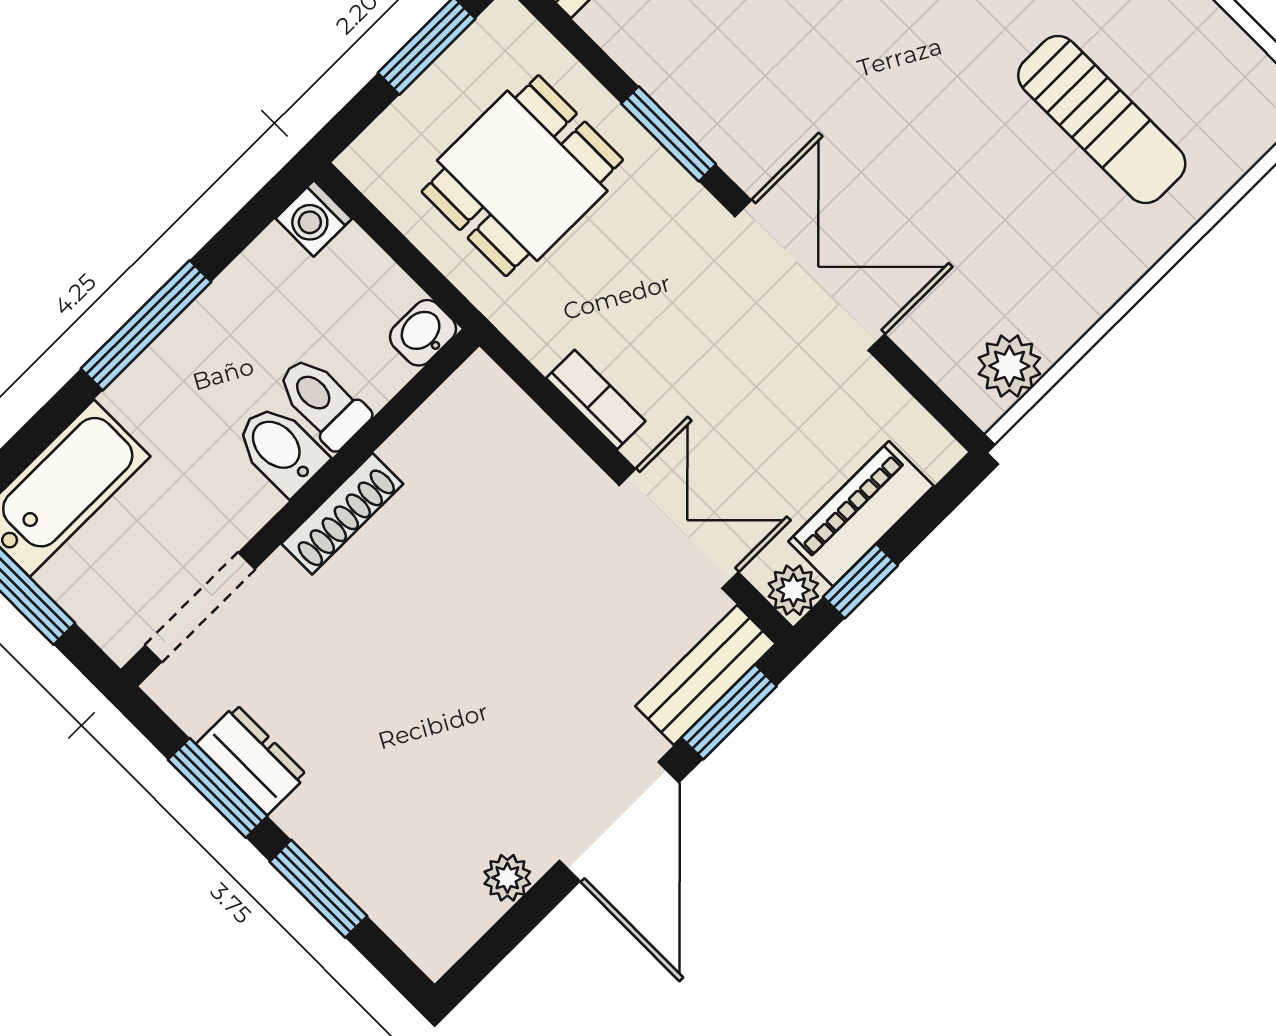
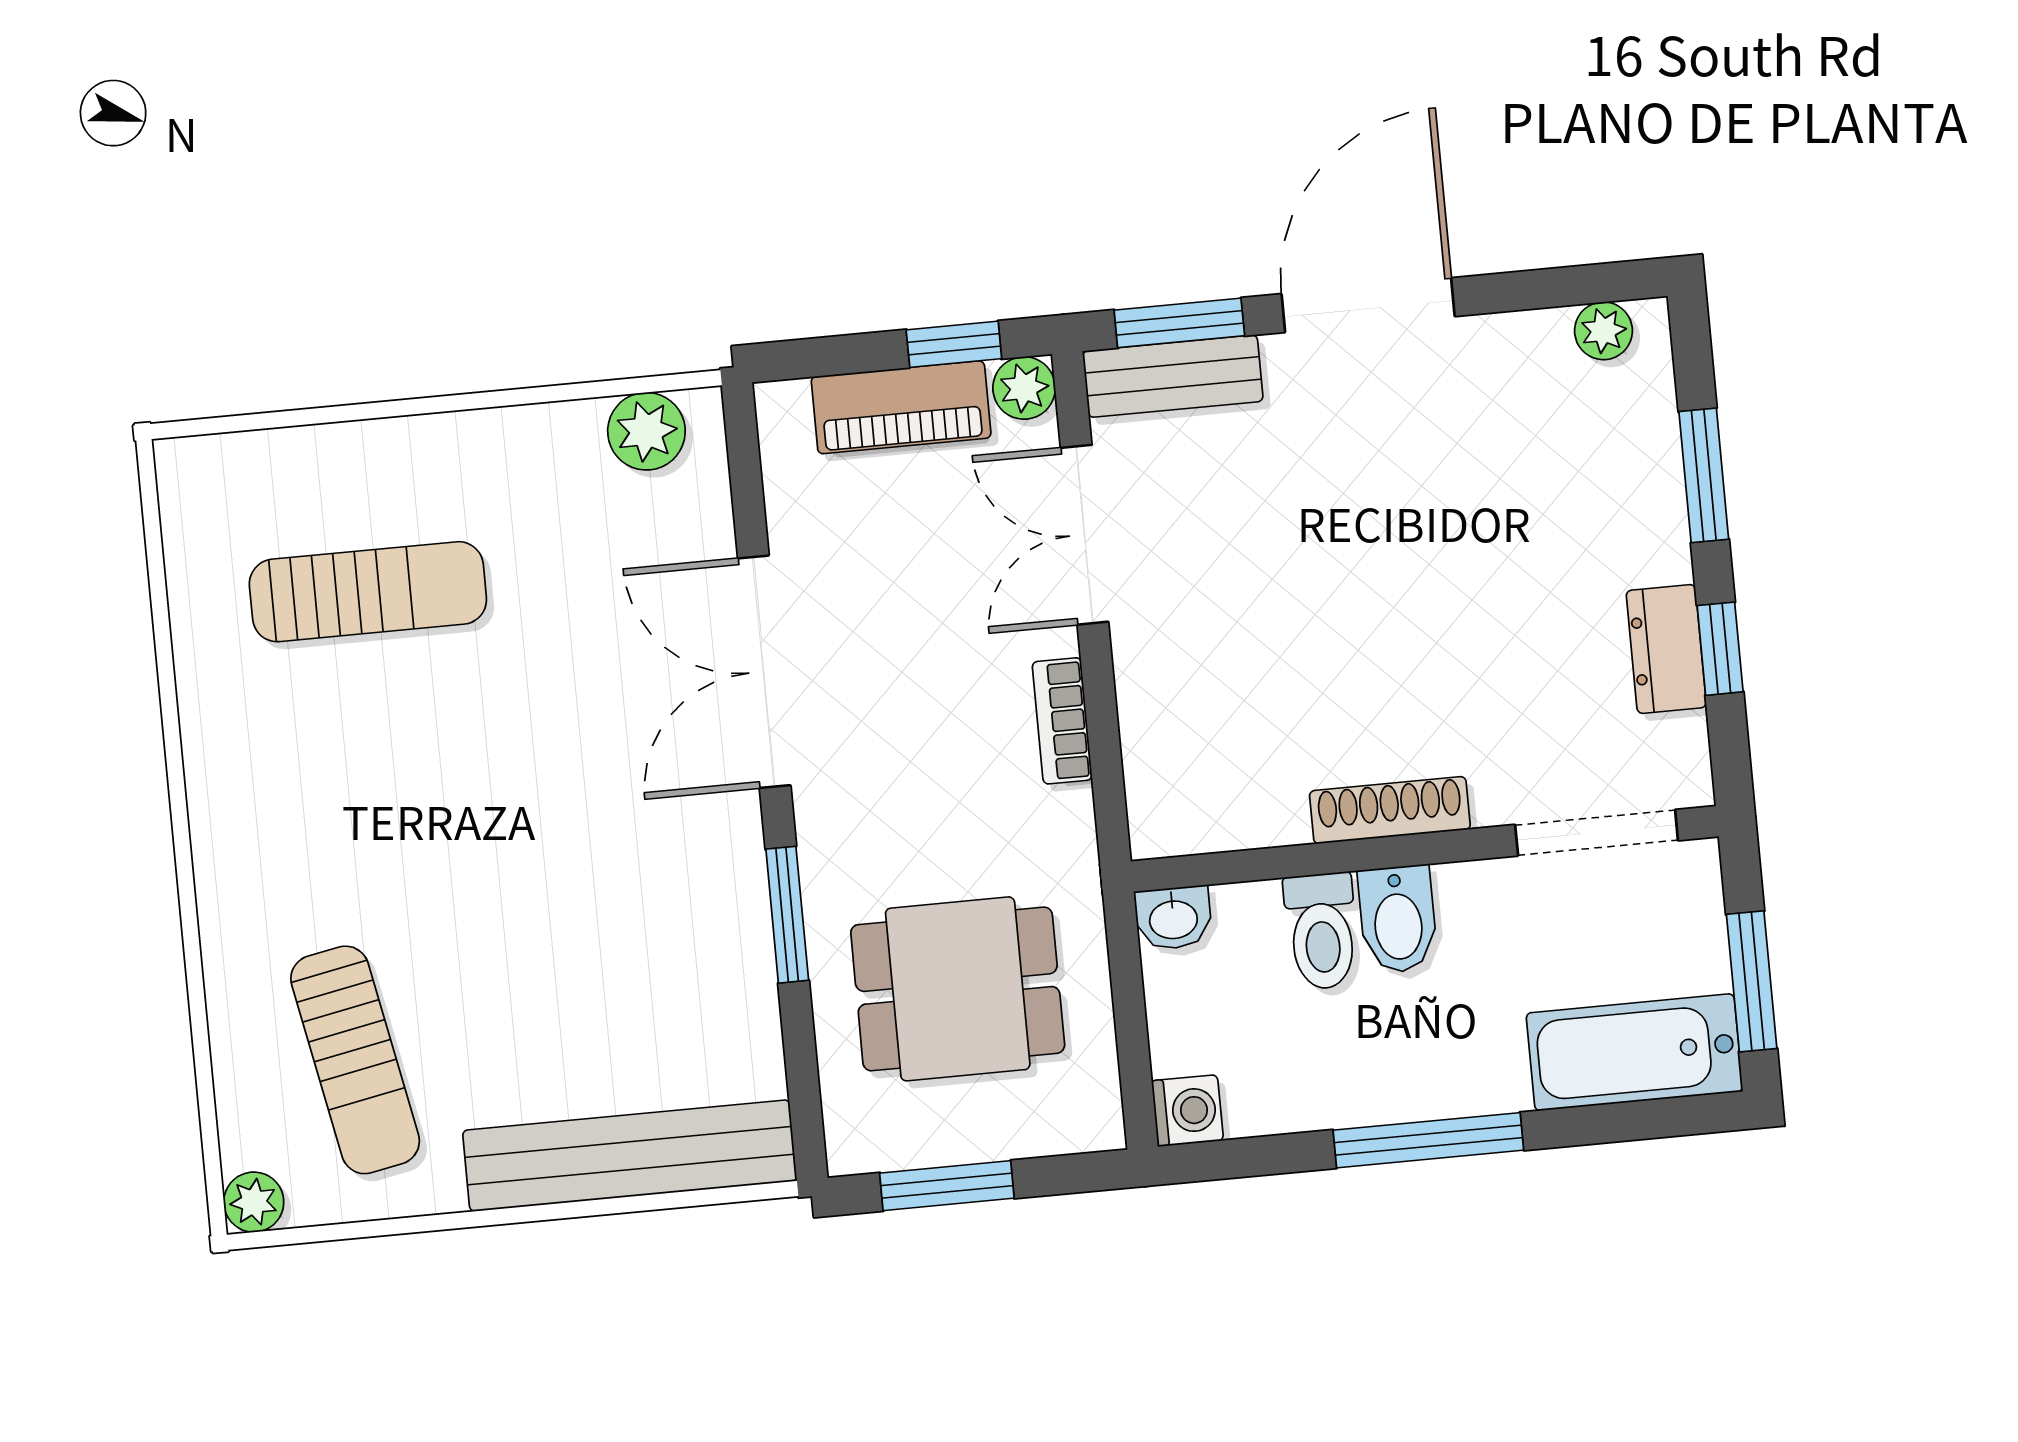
sun lounger: (1102, 120) -> (368, 592), turned 90
window: (218, 788) -> (1720, 649), width x0.67
plant: (507, 878) -> (1604, 331), moved

